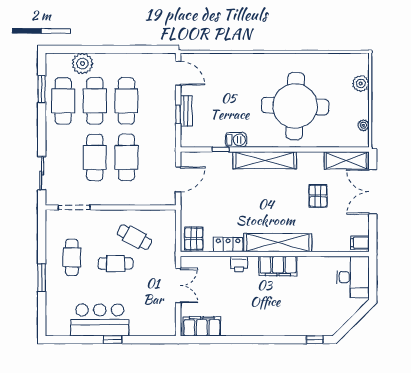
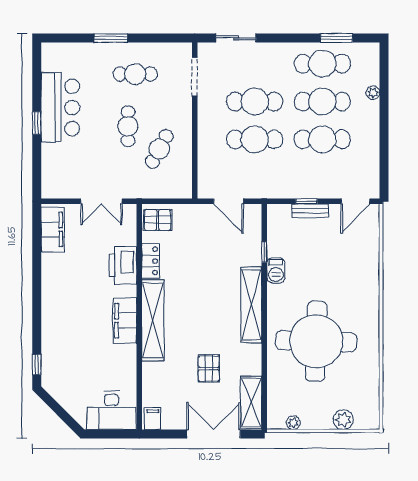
plant: (82, 64) -> (373, 93), width x0.53, depth x0.53
pallet: (318, 196) -> (209, 369), turned 90
printer: (239, 264) -> (123, 265), width x1.87, depth x1.48

